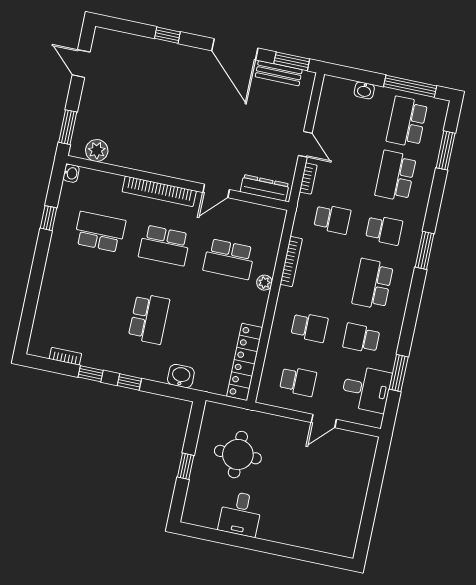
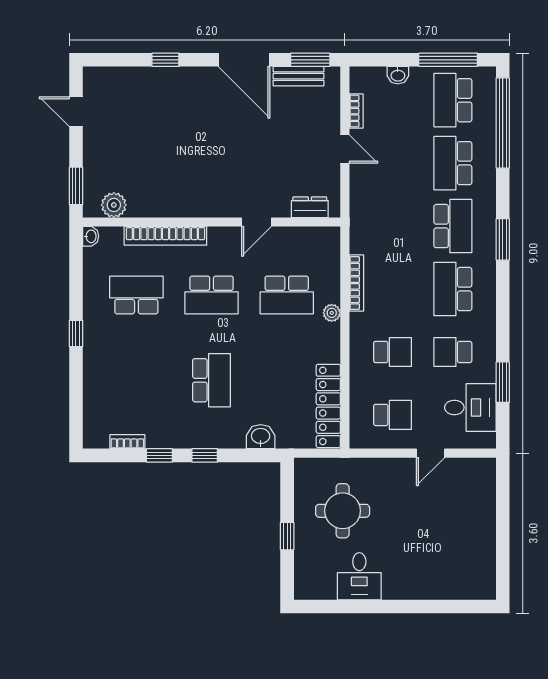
window: (446, 150) -> (503, 123), width x2.11
bookcase: (308, 179) -> (356, 111), moved
dresser: (265, 188) -> (310, 207), width x0.70
bookcase: (159, 191) -> (165, 236), moved
window: (49, 218) -> (76, 333), moved
school desk: (332, 219) -> (392, 226), removed
school desk: (384, 230) -> (453, 226), width x1.85

